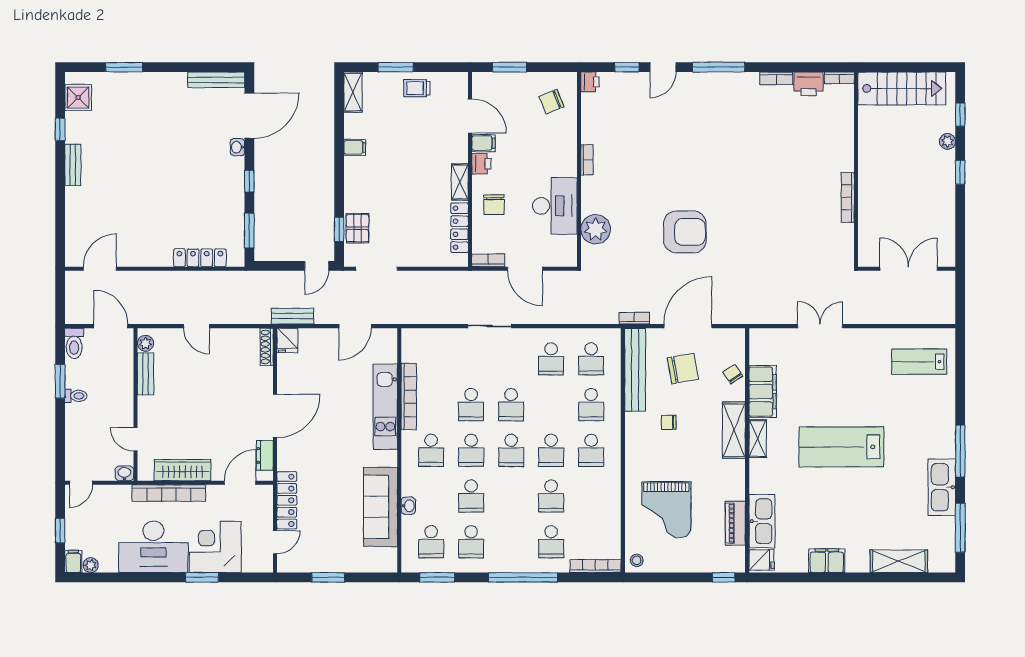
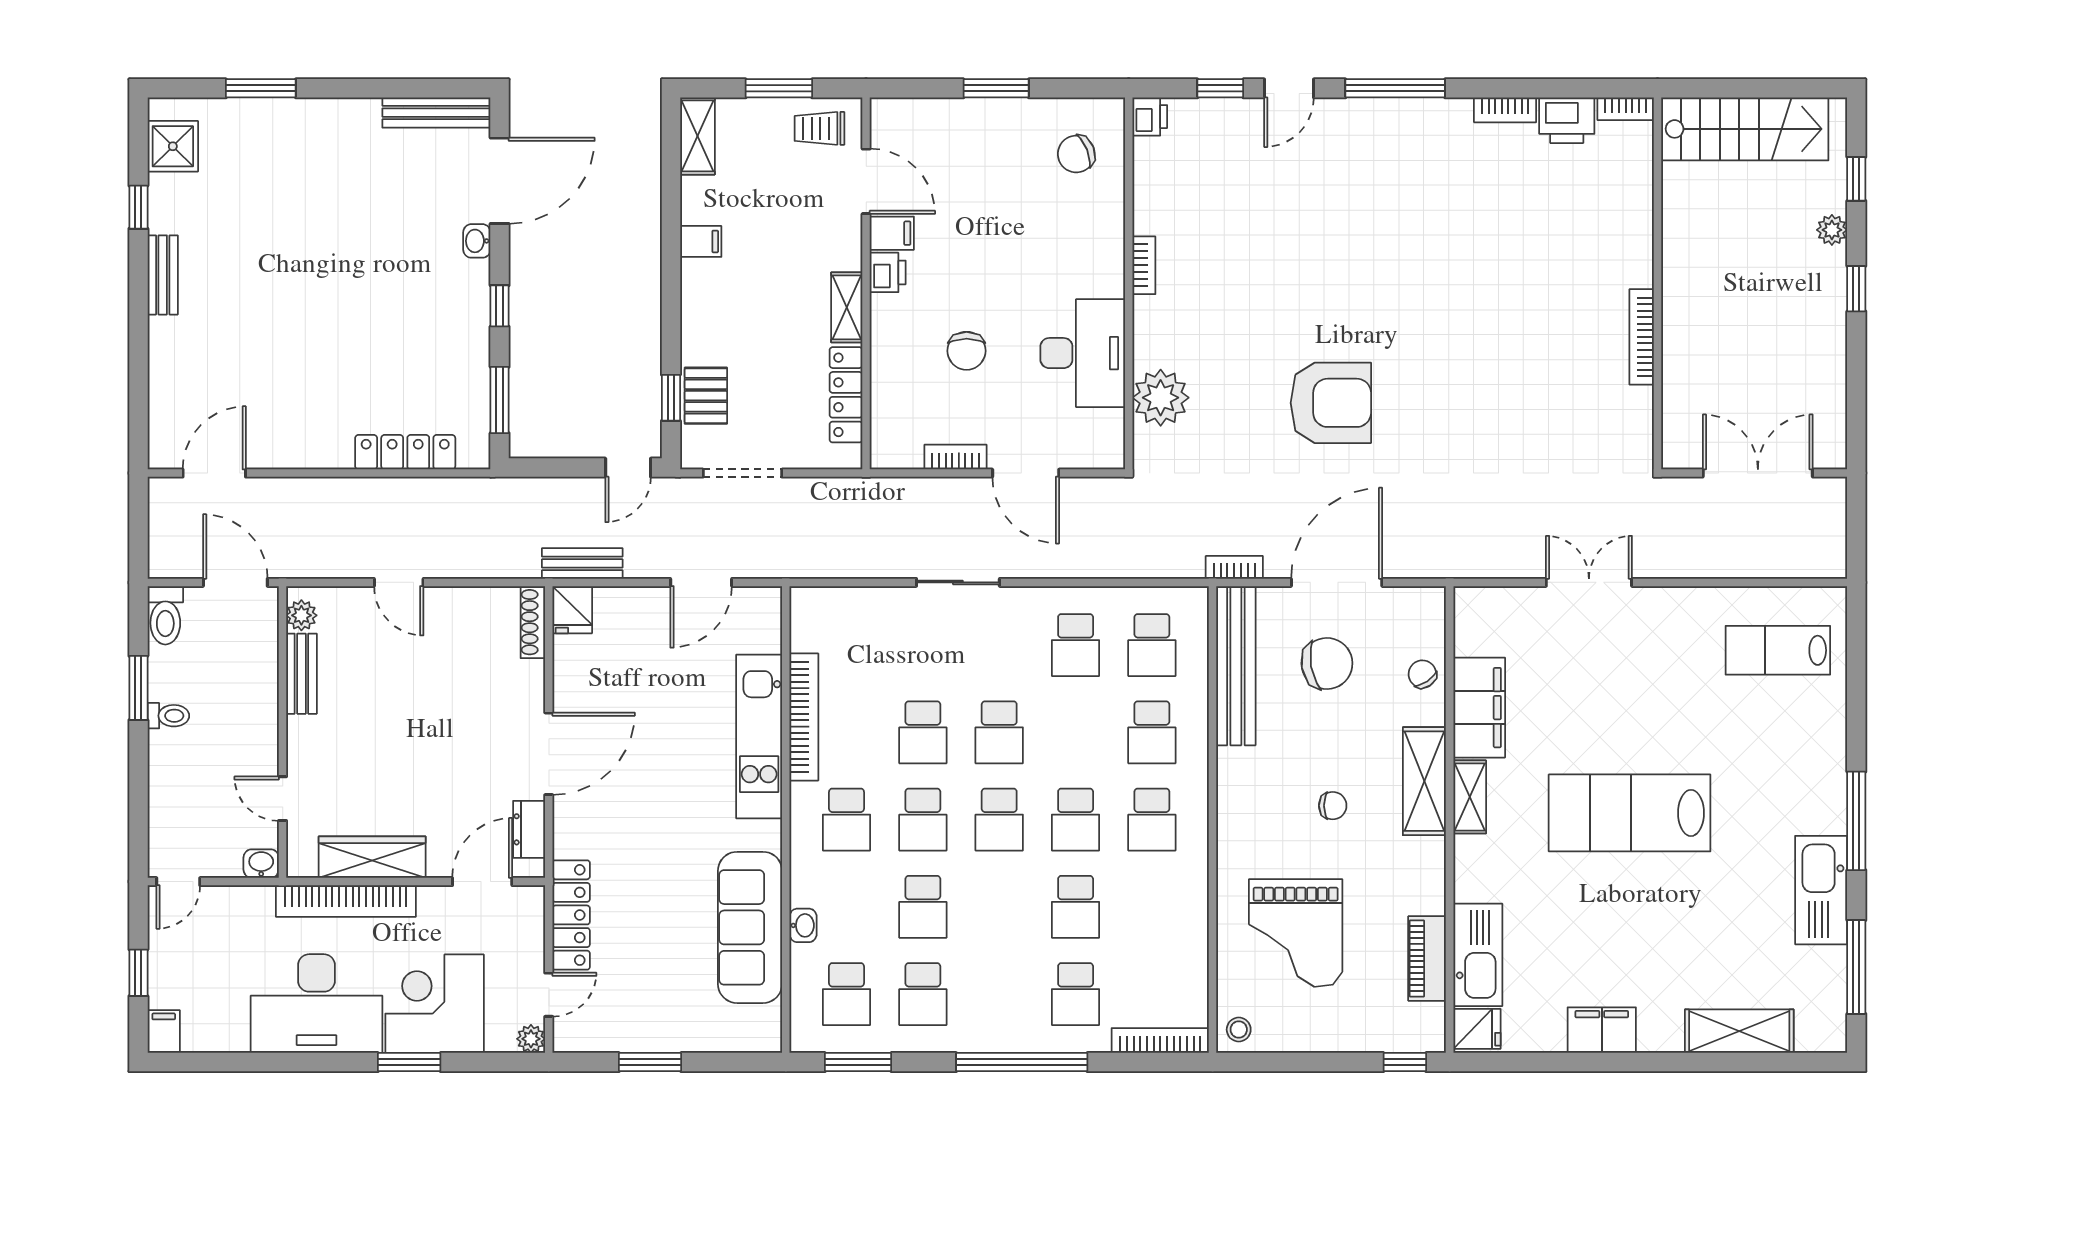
door: (470, 116) -> (866, 181), moved
filing cabinet: (484, 143) -> (892, 233), moved
printer: (481, 164) -> (888, 272), moved
wall: (470, 169) -> (866, 283), moved
shelving: (460, 182) -> (847, 307), moved
locker: (459, 228) -> (846, 395), moved
chair: (669, 422) -> (1333, 806), moved, turned 180
plant: (91, 565) -> (531, 1039), moved

